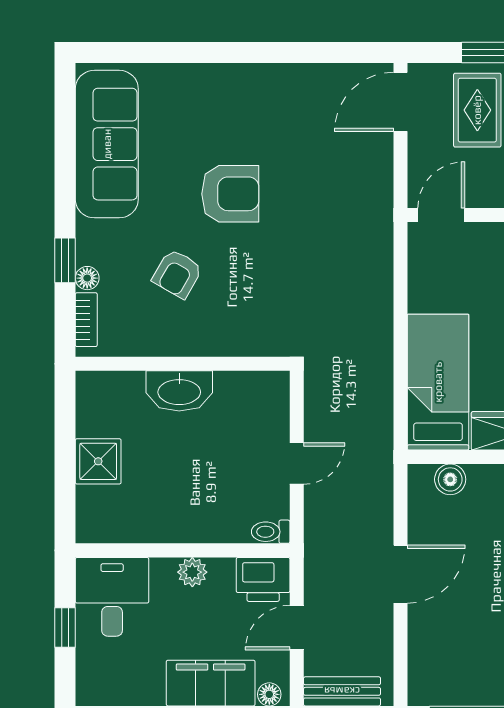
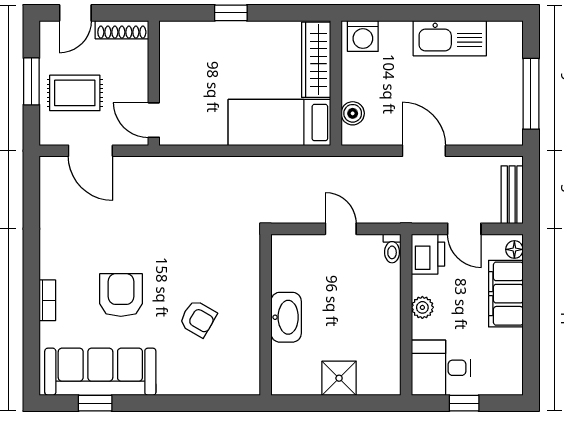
door: (400, 102) -> (90, 151), moved
armchair: (230, 194) -> (121, 295), moved
window: (65, 260) -> (95, 403), moved
floor lamp: (87, 278) -> (201, 386), removed
bookcase: (86, 320) -> (47, 300), moved, turned 90

